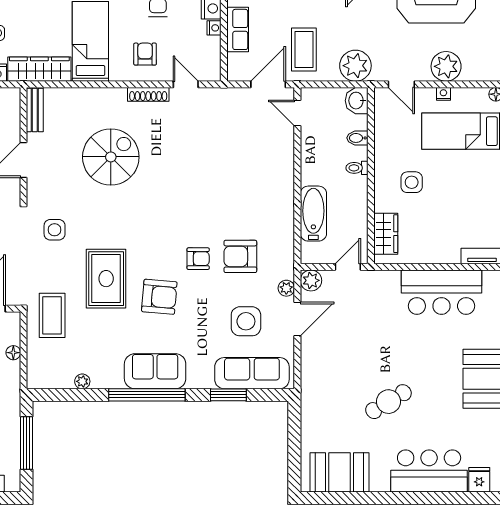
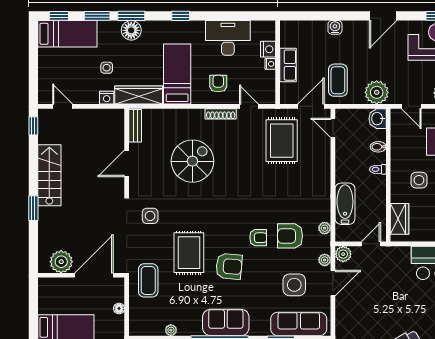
rug: (229, 130) -> (282, 141), added
plant: (286, 246) -> (325, 228), added

